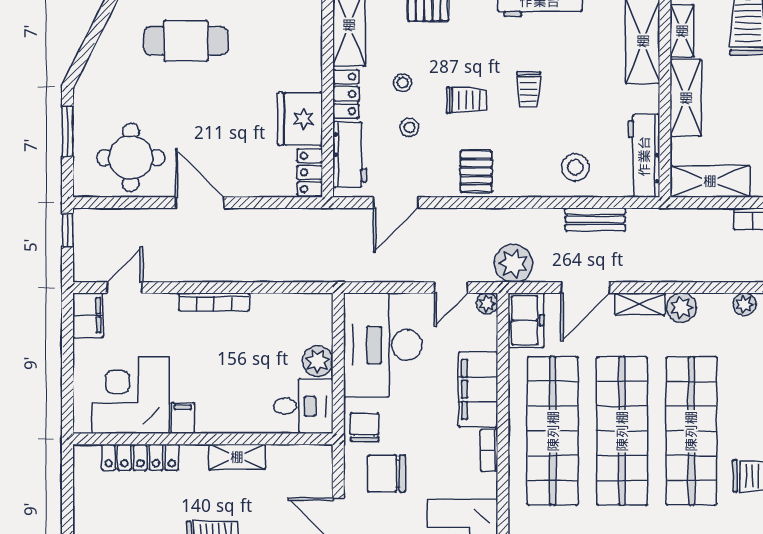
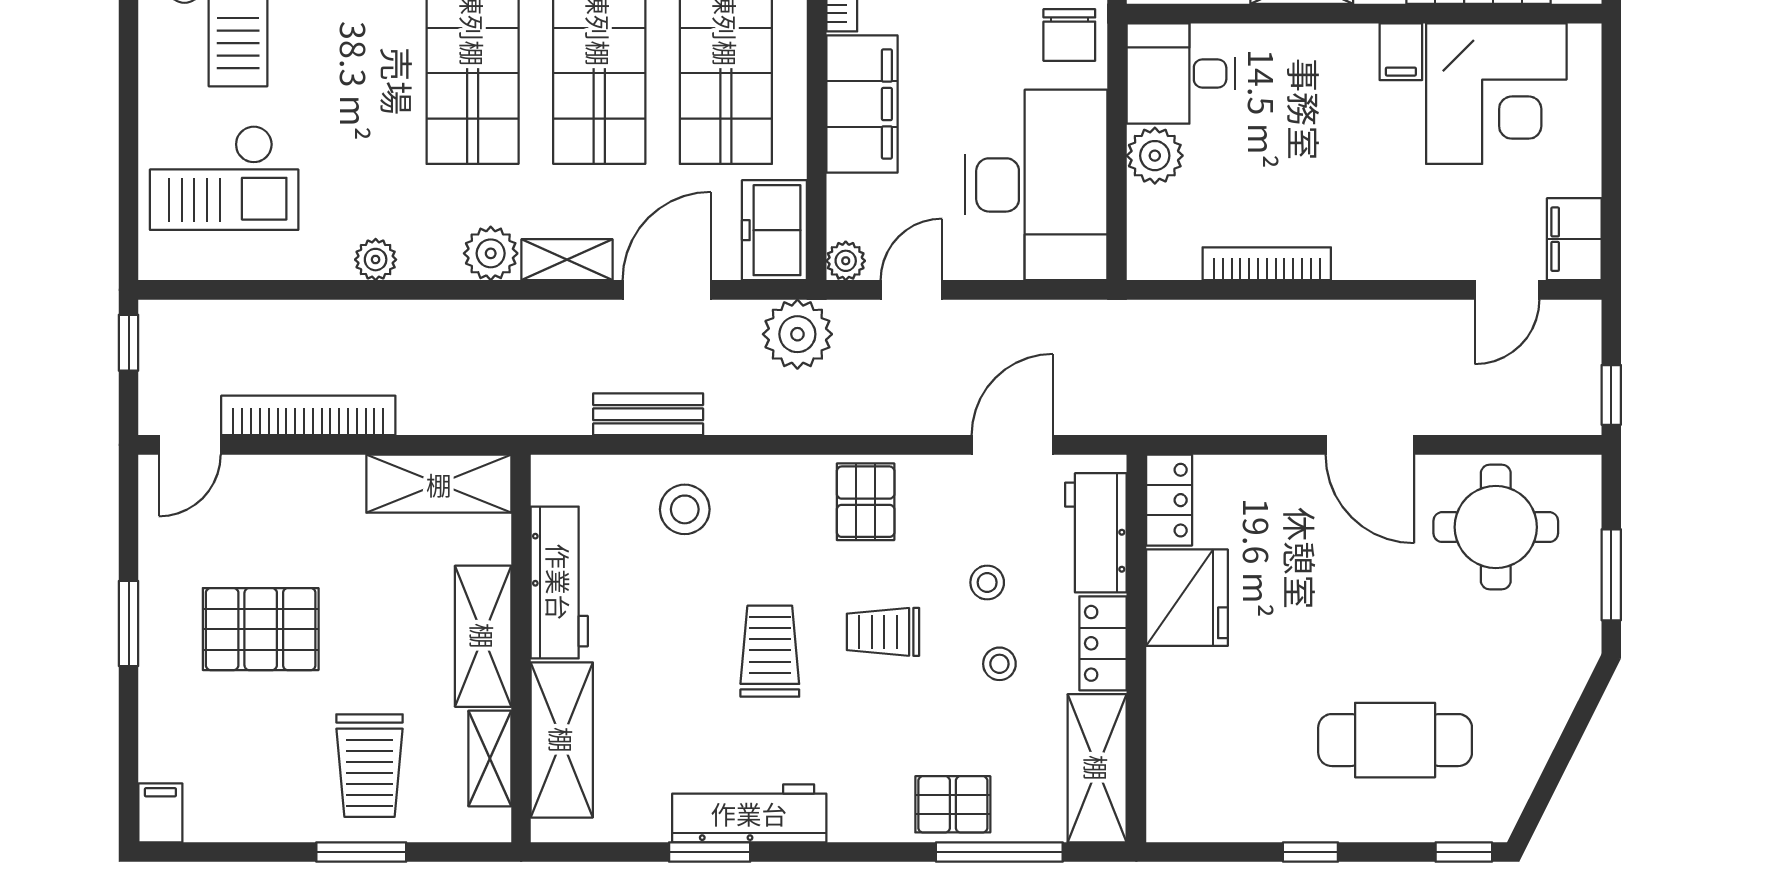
trolley: (529, 90) -> (770, 651), width x1.36, depth x1.39
workbench: (644, 156) -> (559, 582), moved
bookcase: (214, 302) -> (1267, 264), moved

